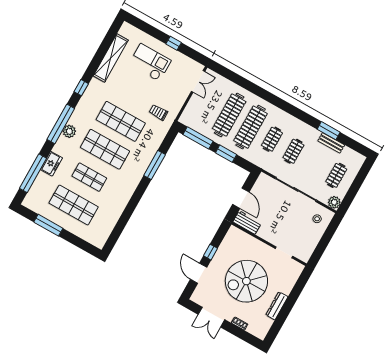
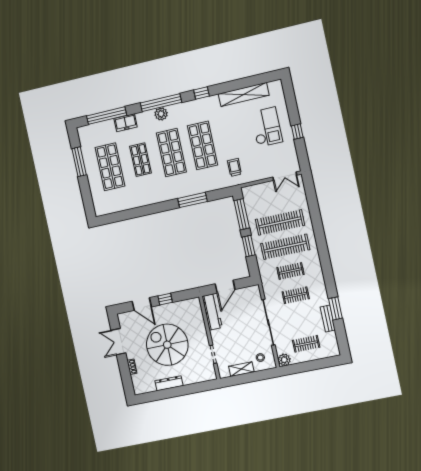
workbench: (247, 222) -> (212, 312), width x1.38
shelving: (314, 241) -> (241, 369), added
door: (199, 273) -> (142, 304), swing flipped

